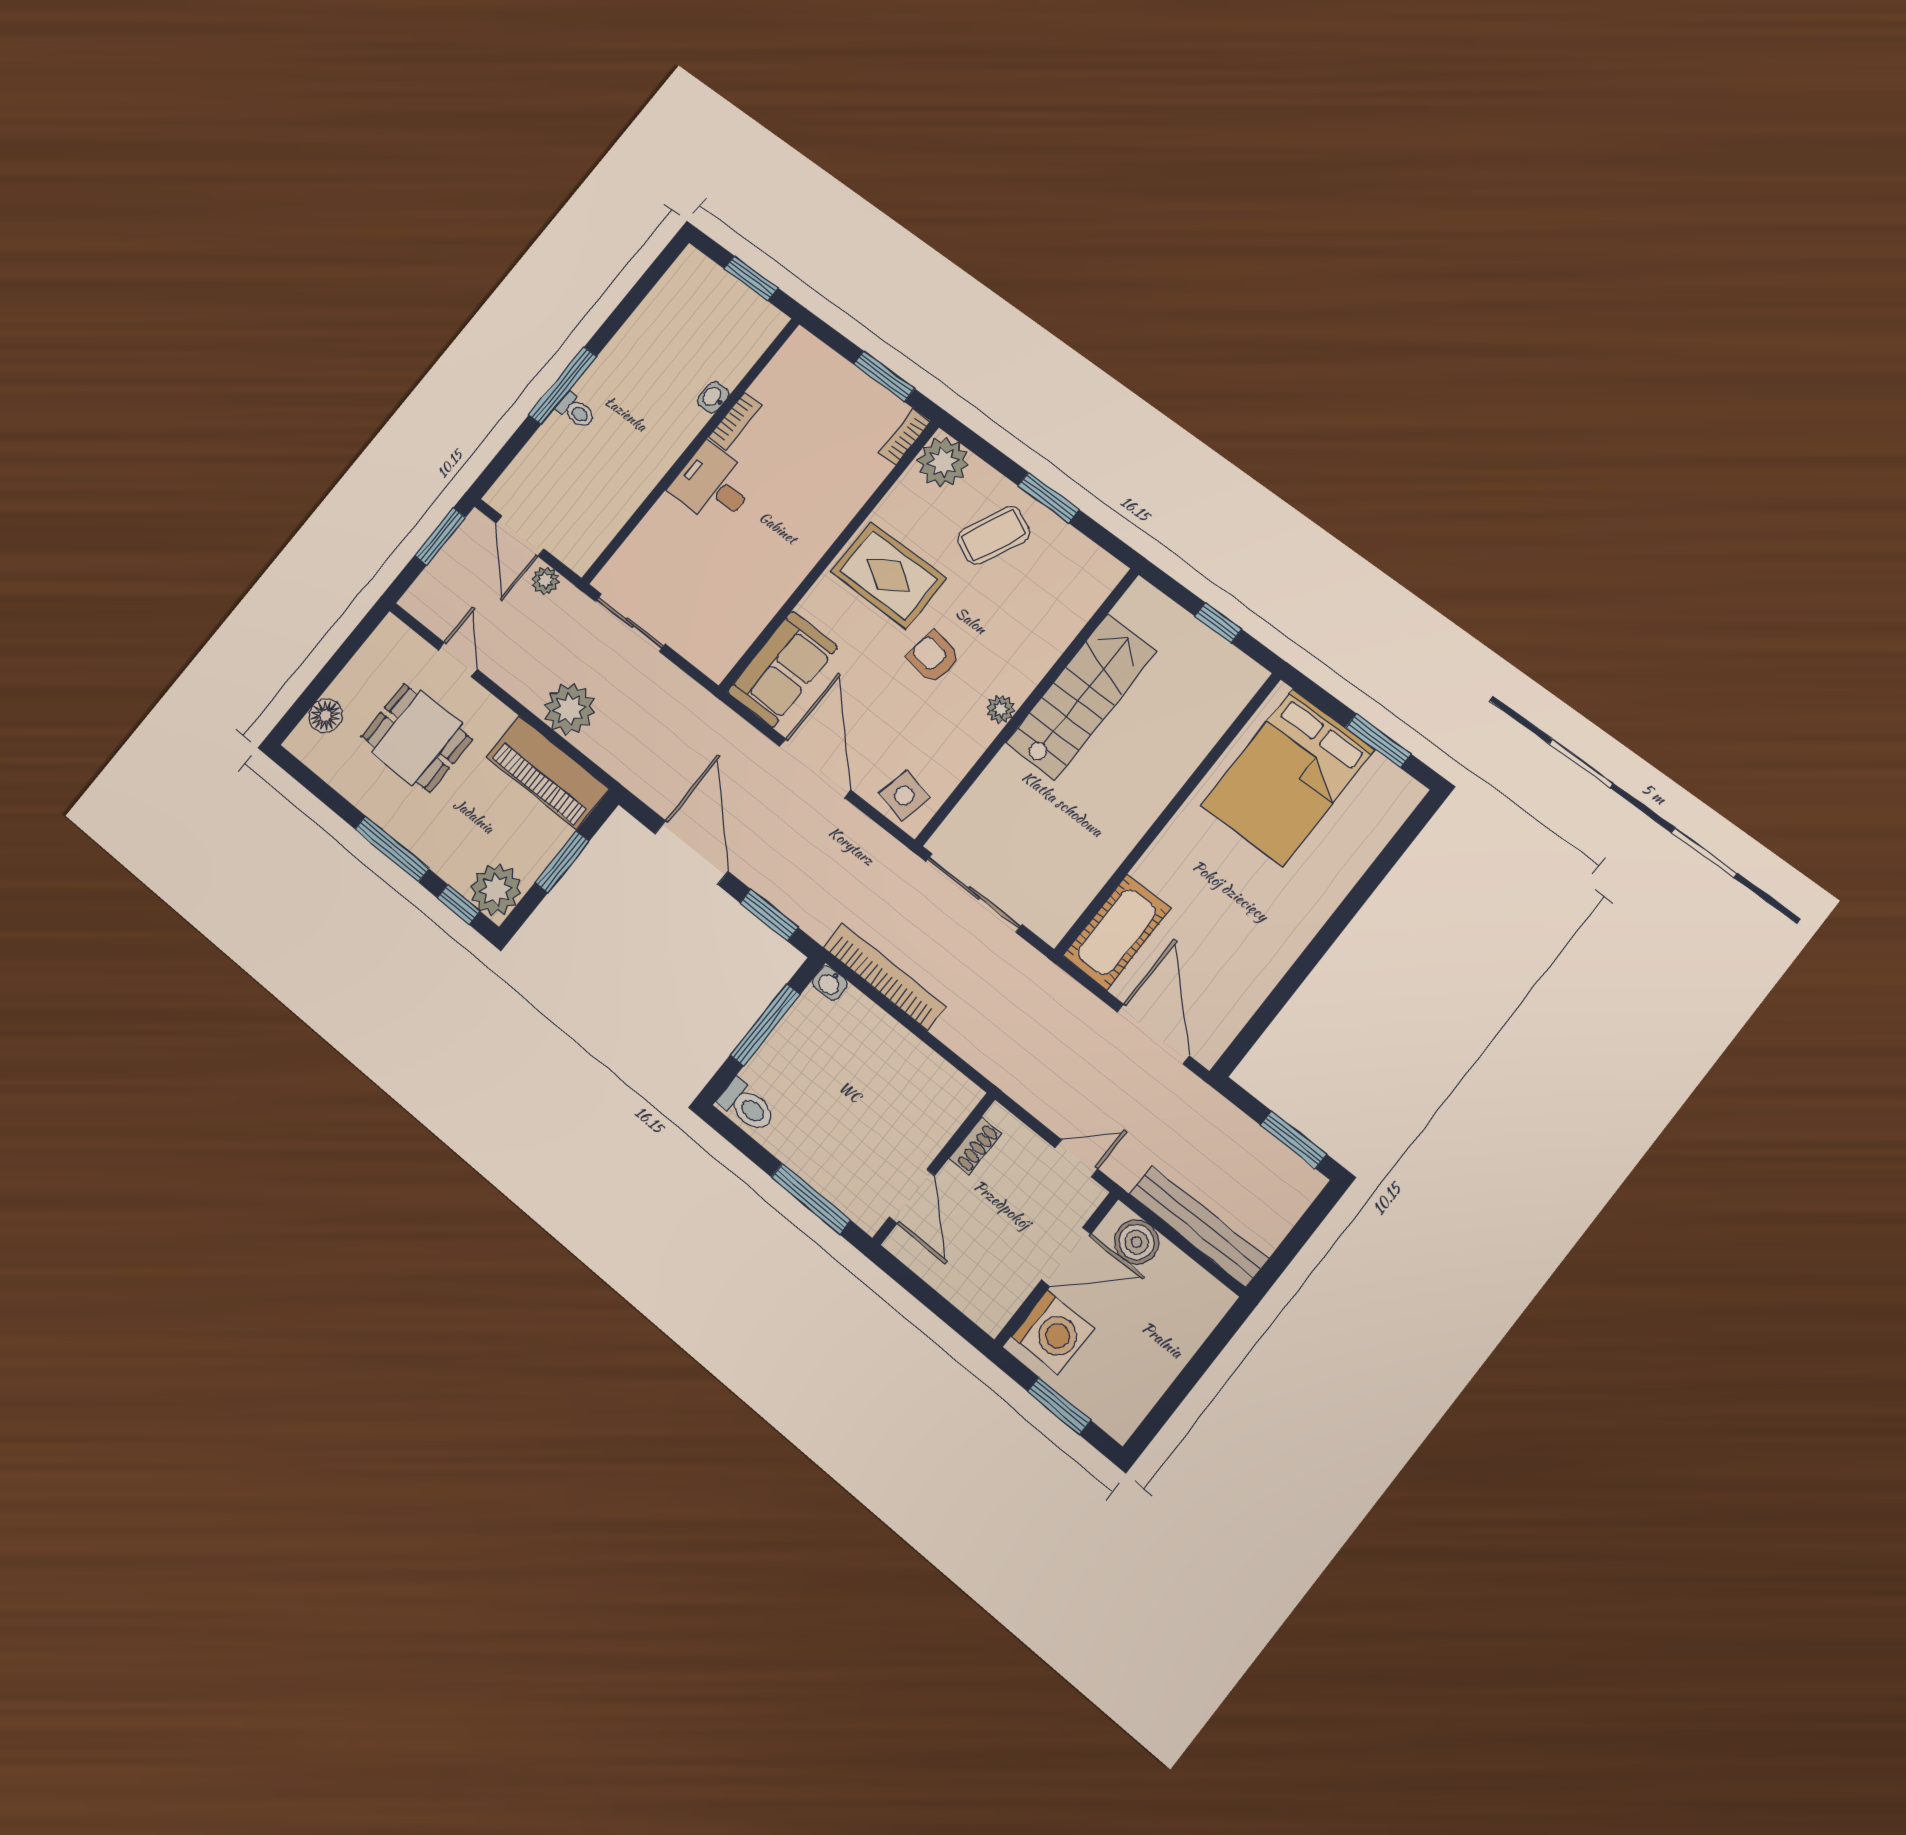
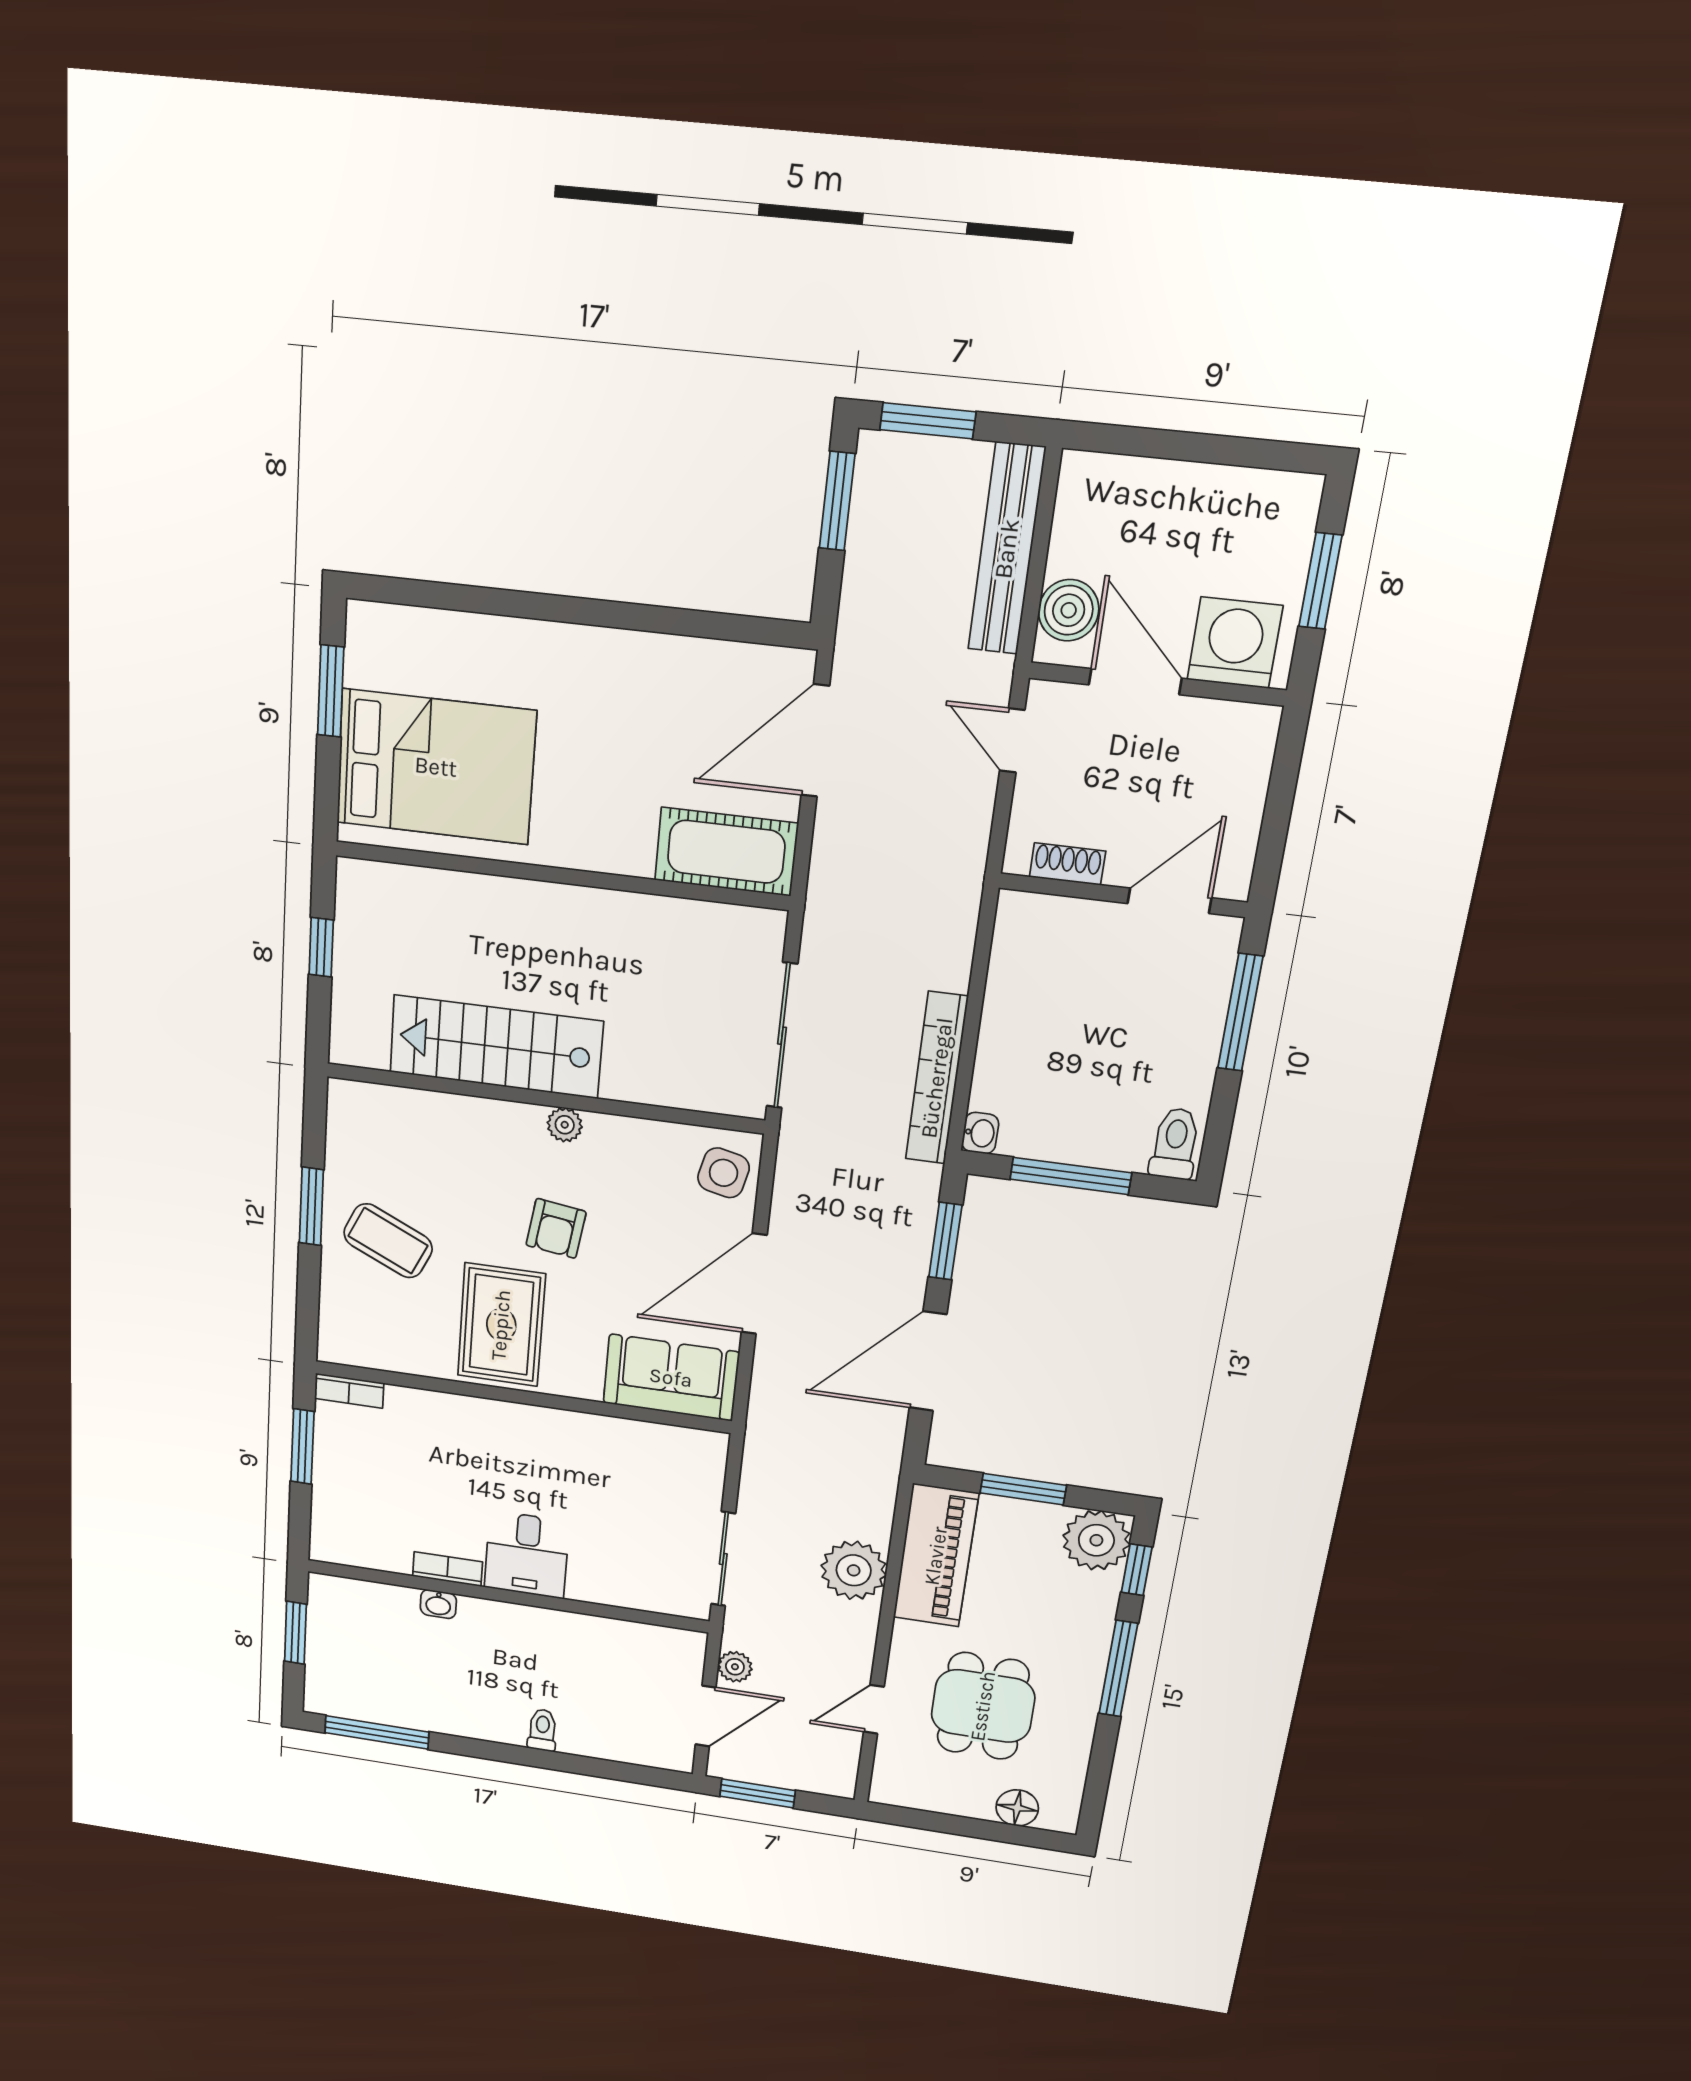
window: (563, 386) -> (377, 1732), moved
plant: (943, 462) -> (348, 1337), removed
window: (1307, 1225) -> (928, 421), added

